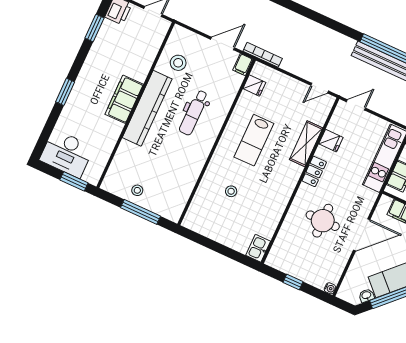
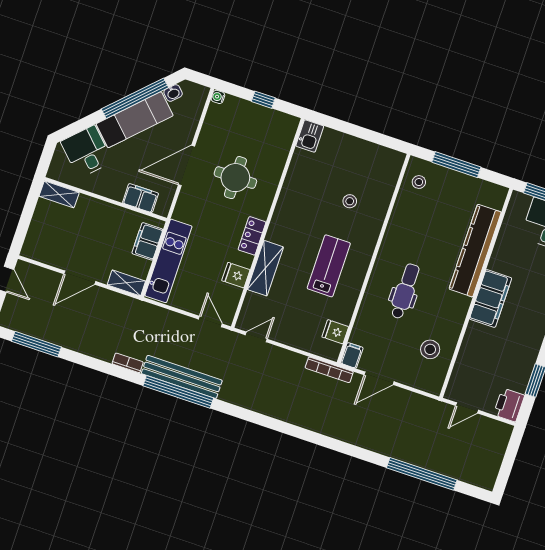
door: (356, 105) -> (210, 322), swing flipped
kitchen counter: (147, 108) -> (475, 251), moved
stool: (137, 190) -> (419, 182), moved

